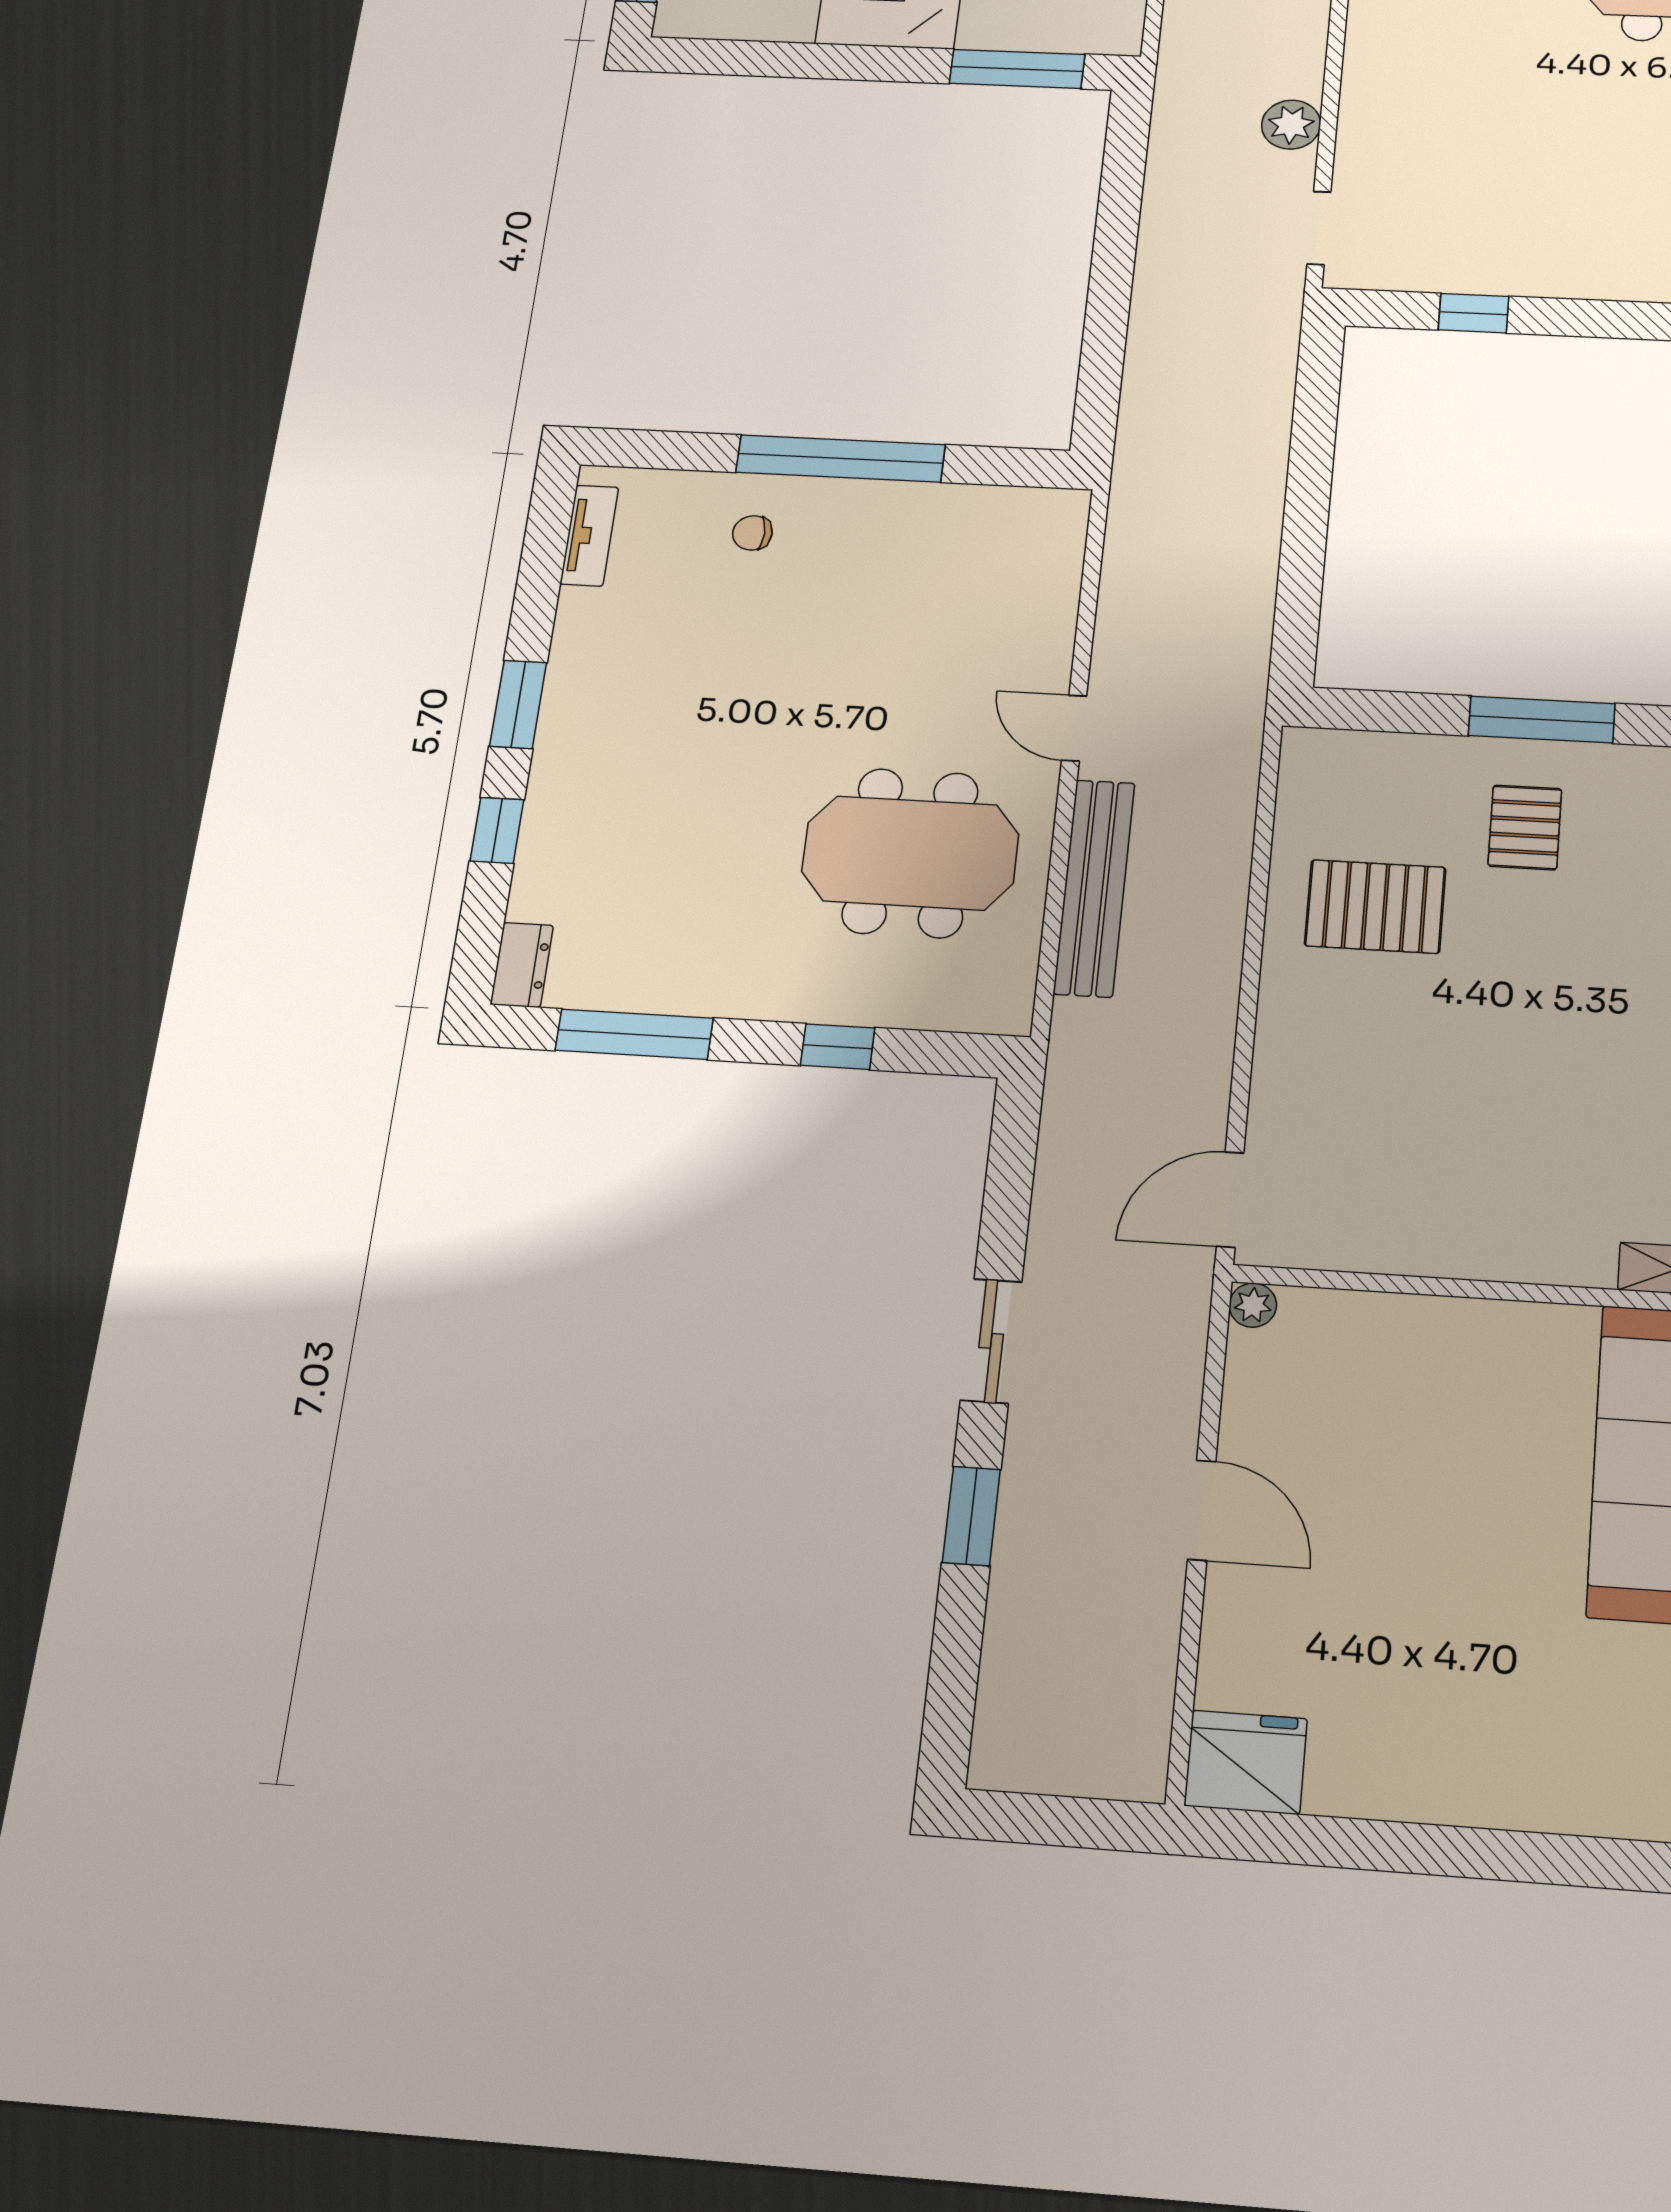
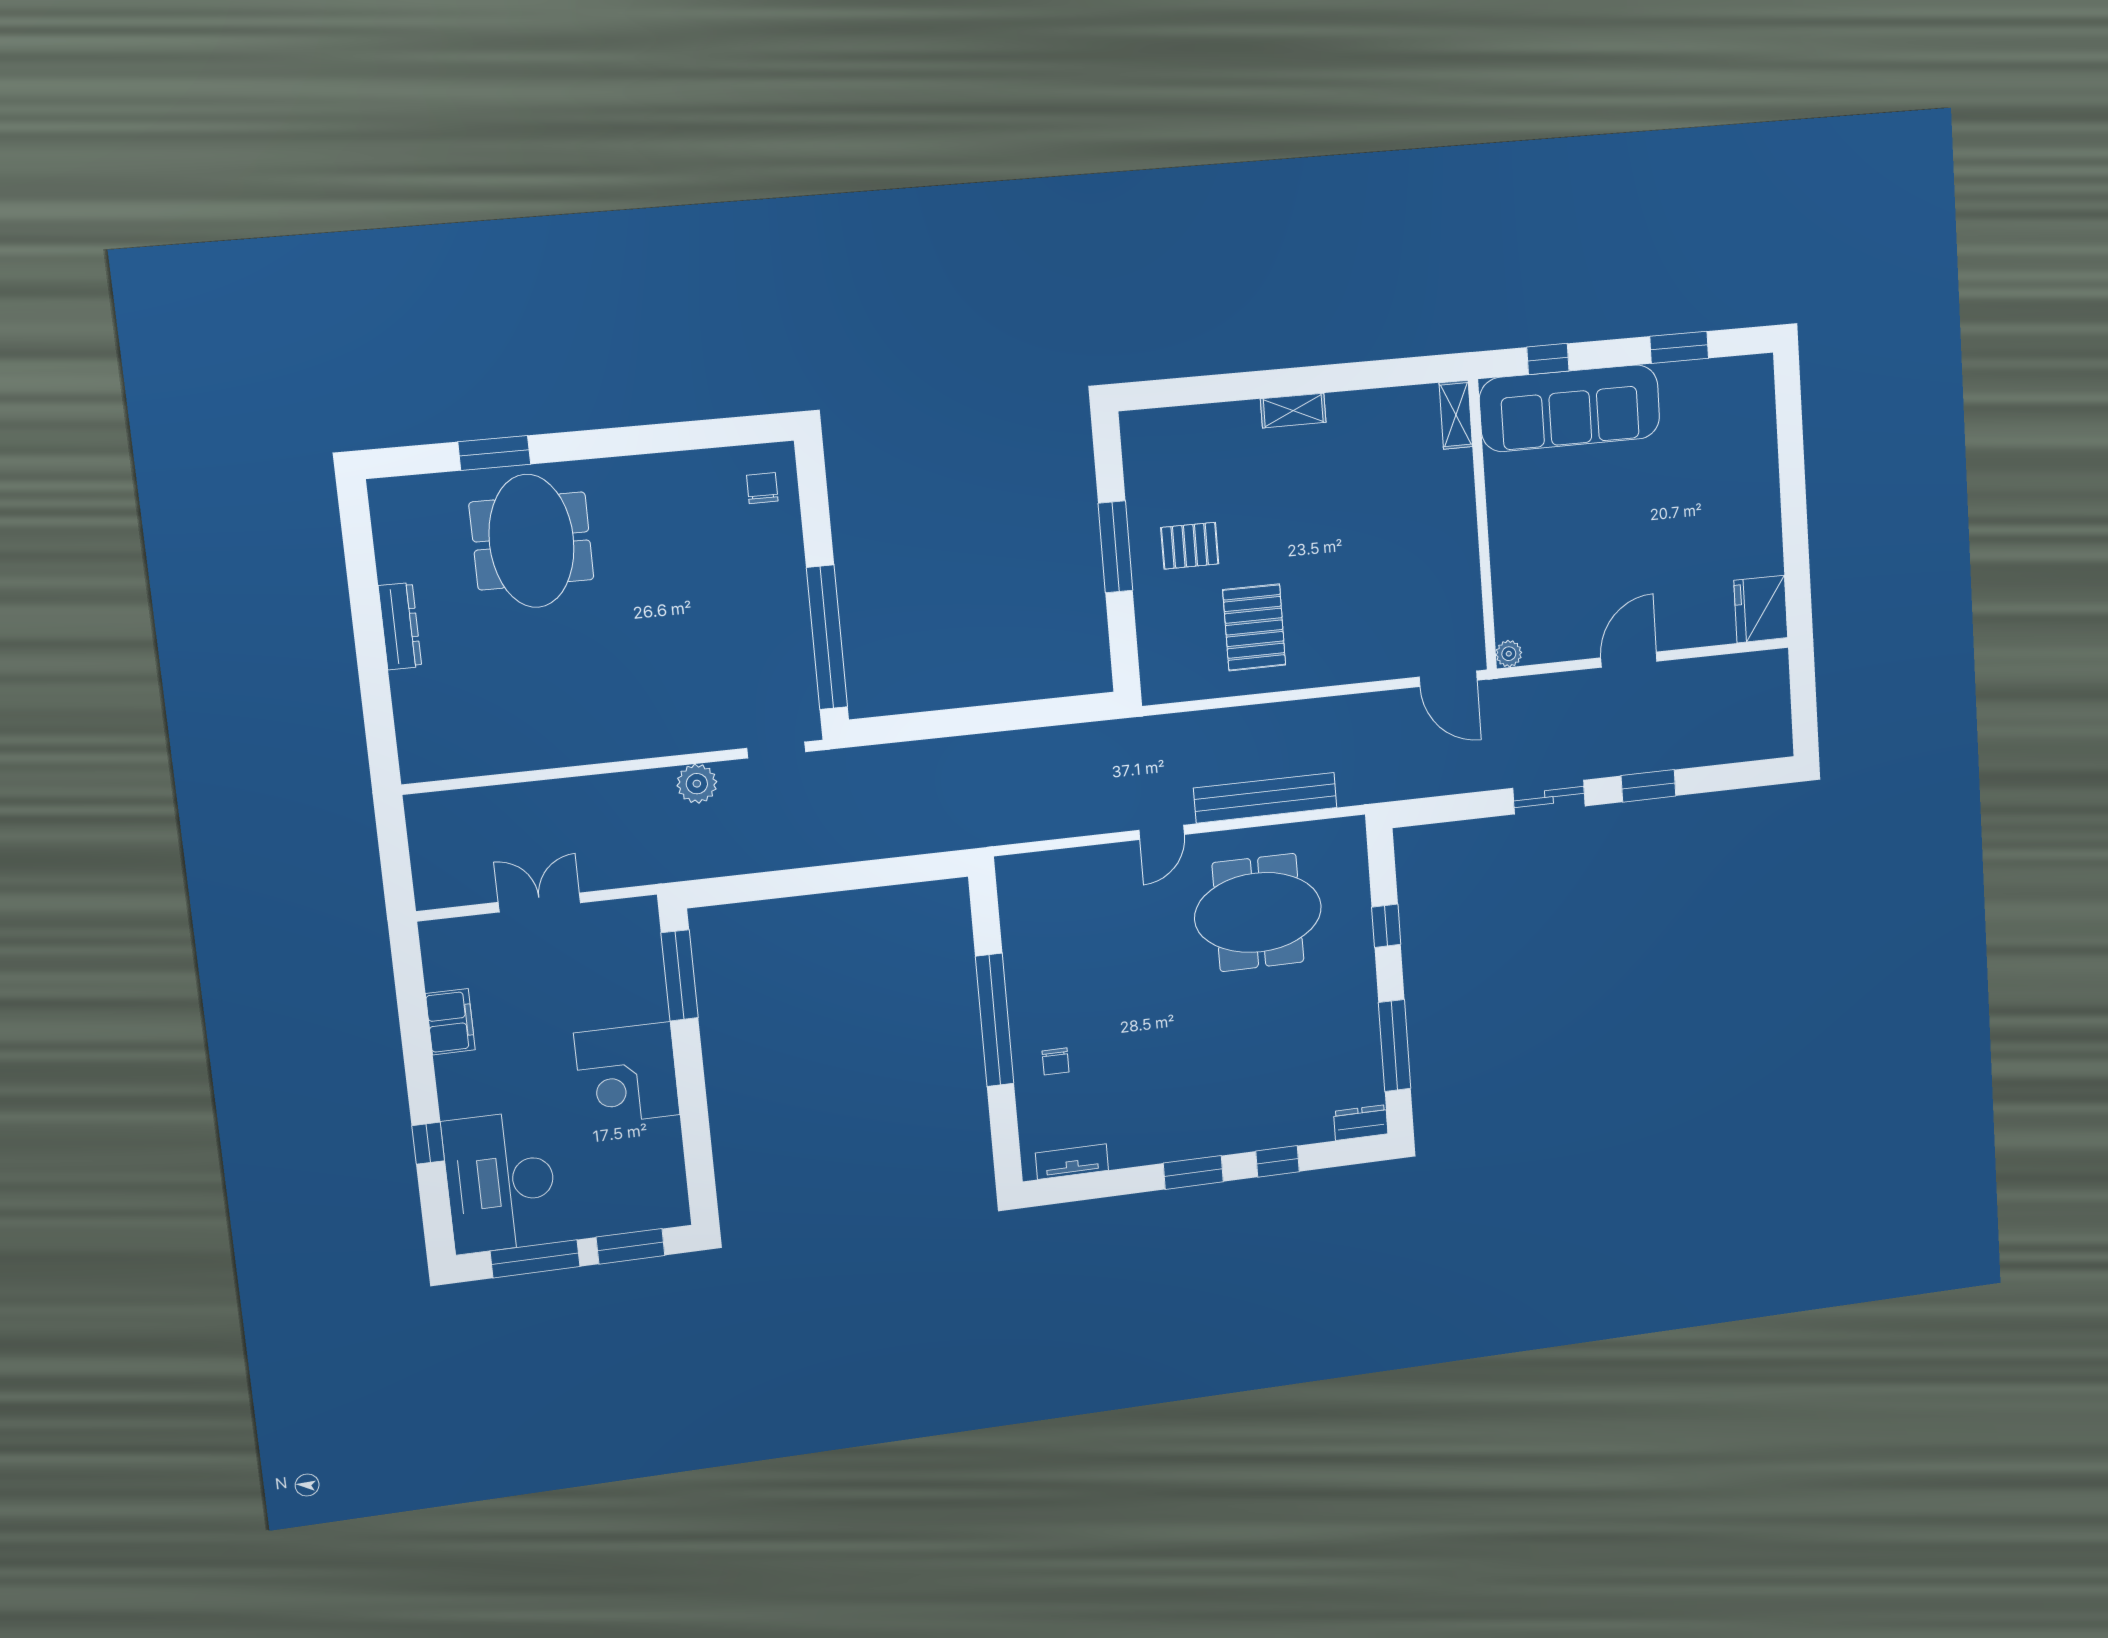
window: (1473, 313) -> (827, 637), width x3.17
meeting table: (910, 853) -> (1258, 912), turned 90

